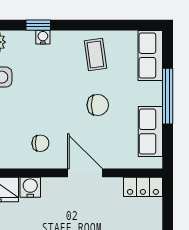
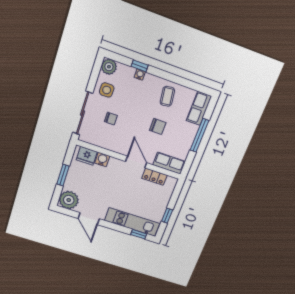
row of seats: (150, 132) -> (169, 163), moved, turned 90
chair: (40, 143) -> (111, 119), moved
locker: (143, 187) -> (154, 177), moved

